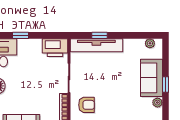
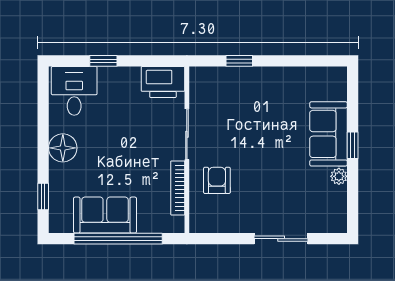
plant: (150, 43) -> (326, 75), removed
tv unit: (96, 45) -> (234, 78), removed
armchair: (86, 105) -> (217, 180), turned -90

